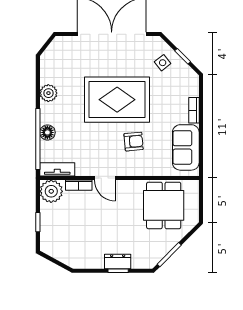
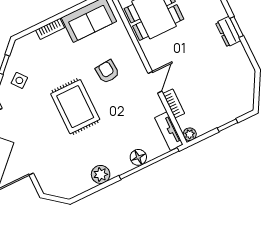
rug: (117, 100) -> (75, 107), width x0.73, depth x0.69
plant: (51, 191) -> (190, 134), width x0.53, depth x0.53

